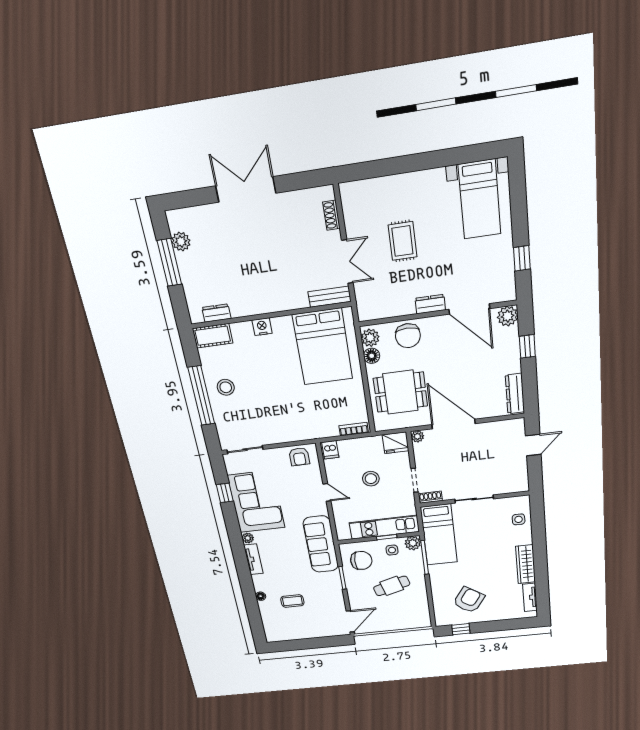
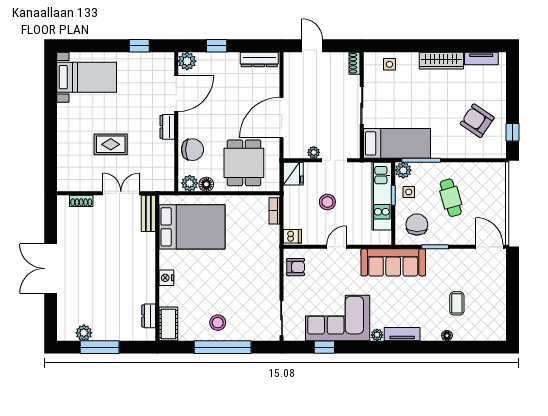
plant: (417, 436) -> (314, 152), moved
shoe rack: (430, 497) -> (354, 63), moved

